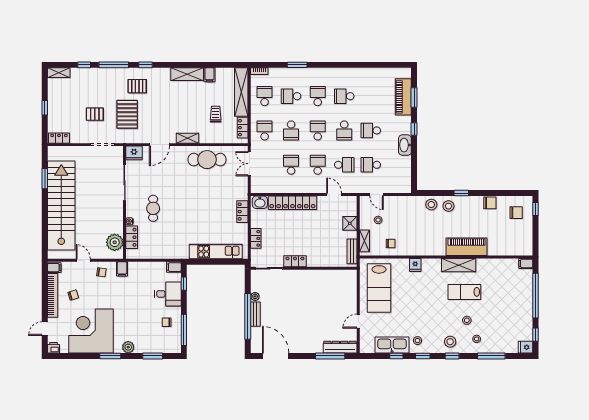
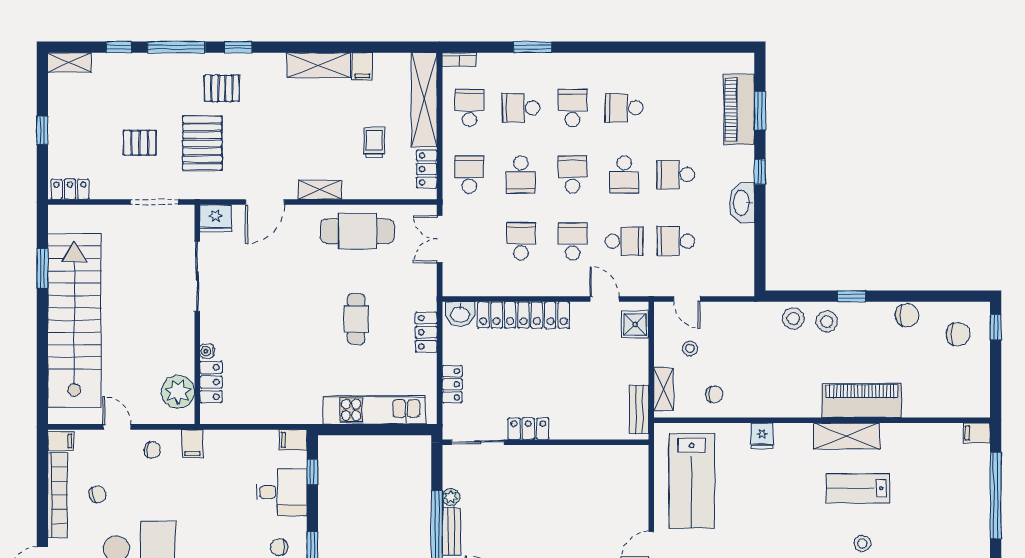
cafe table: (153, 208) -> (356, 319), moved
shower: (350, 223) -> (635, 324), moved

